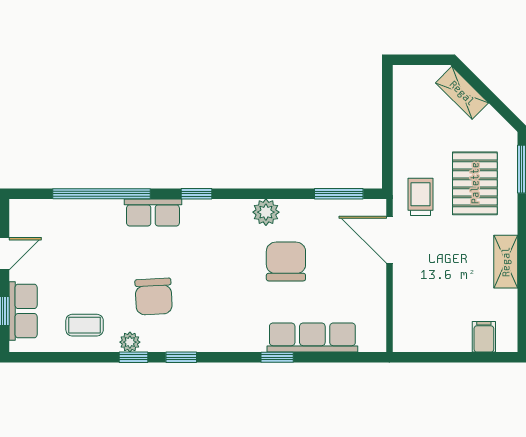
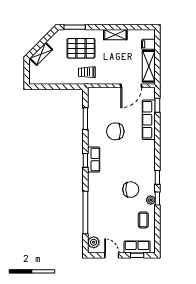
window: (197, 194) -> (85, 160), moved
window: (339, 194) -> (85, 119), moved
row of seats: (153, 212) -> (94, 160), moved
plant: (266, 212) -> (94, 242), moved
door: (389, 240) -> (131, 86), moved
shelving: (434, 338) -> (149, 66), added
window: (277, 357) -> (157, 105), moved

